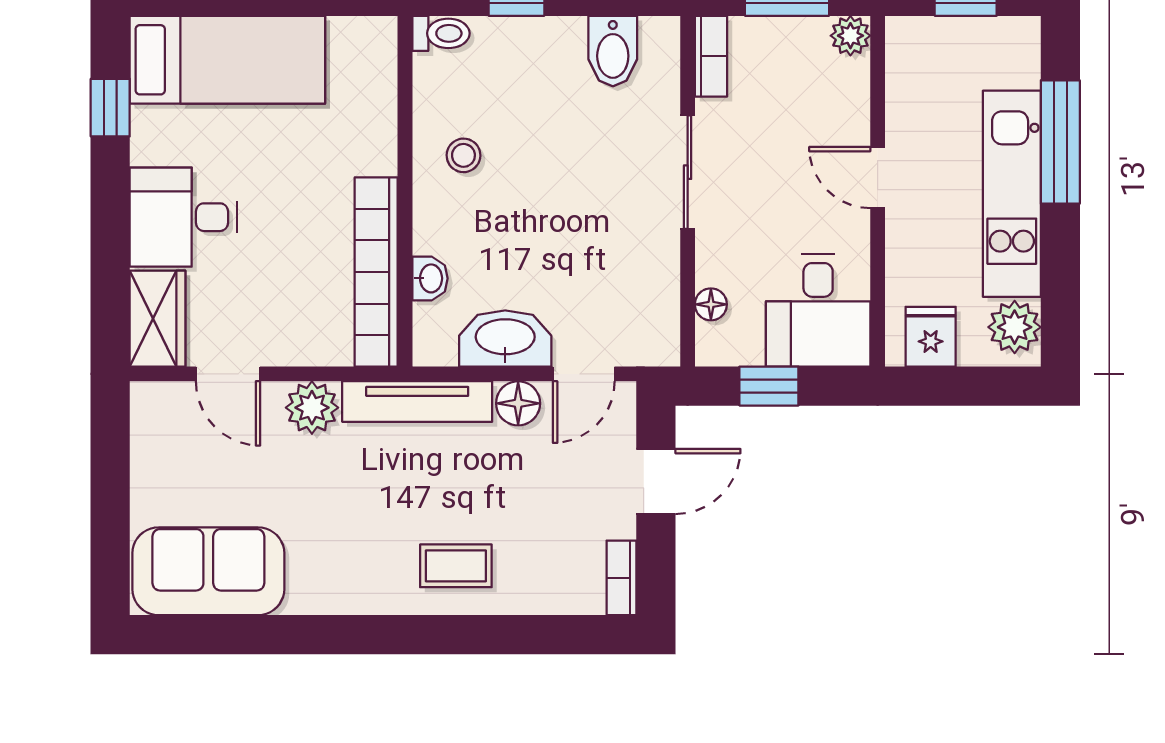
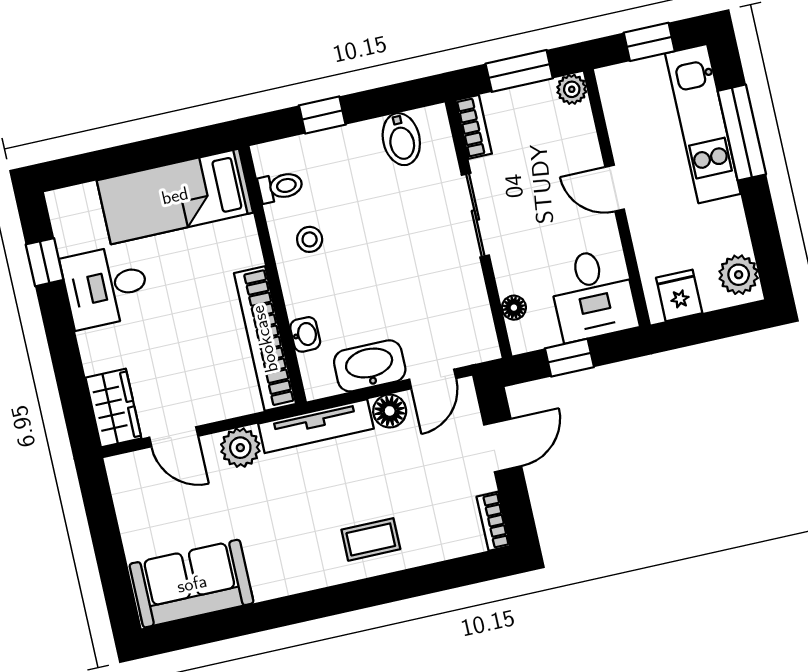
toilet: (441, 33) -> (281, 187), moved
bed: (227, 60) -> (175, 196), moved, turned 180
kitchen unit: (1012, 194) -> (703, 124), moved
desk: (183, 217) -> (106, 286), moved

